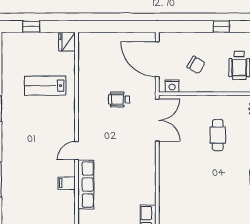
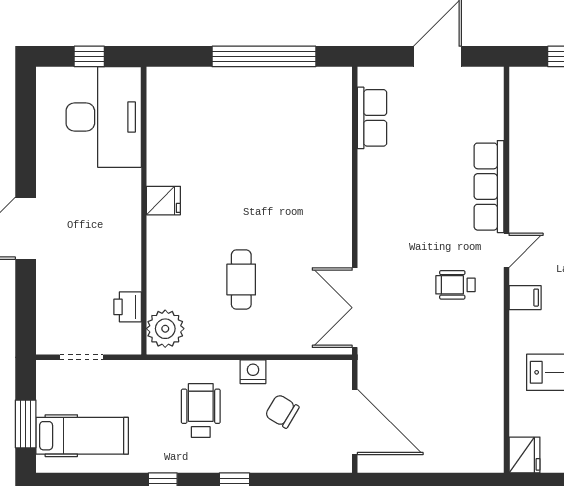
nightstand: (172, 86) -> (253, 372), moved
wheelchair: (119, 100) -> (455, 285), moved, turned 180
filing cabinet: (67, 183) -> (525, 298), moved

